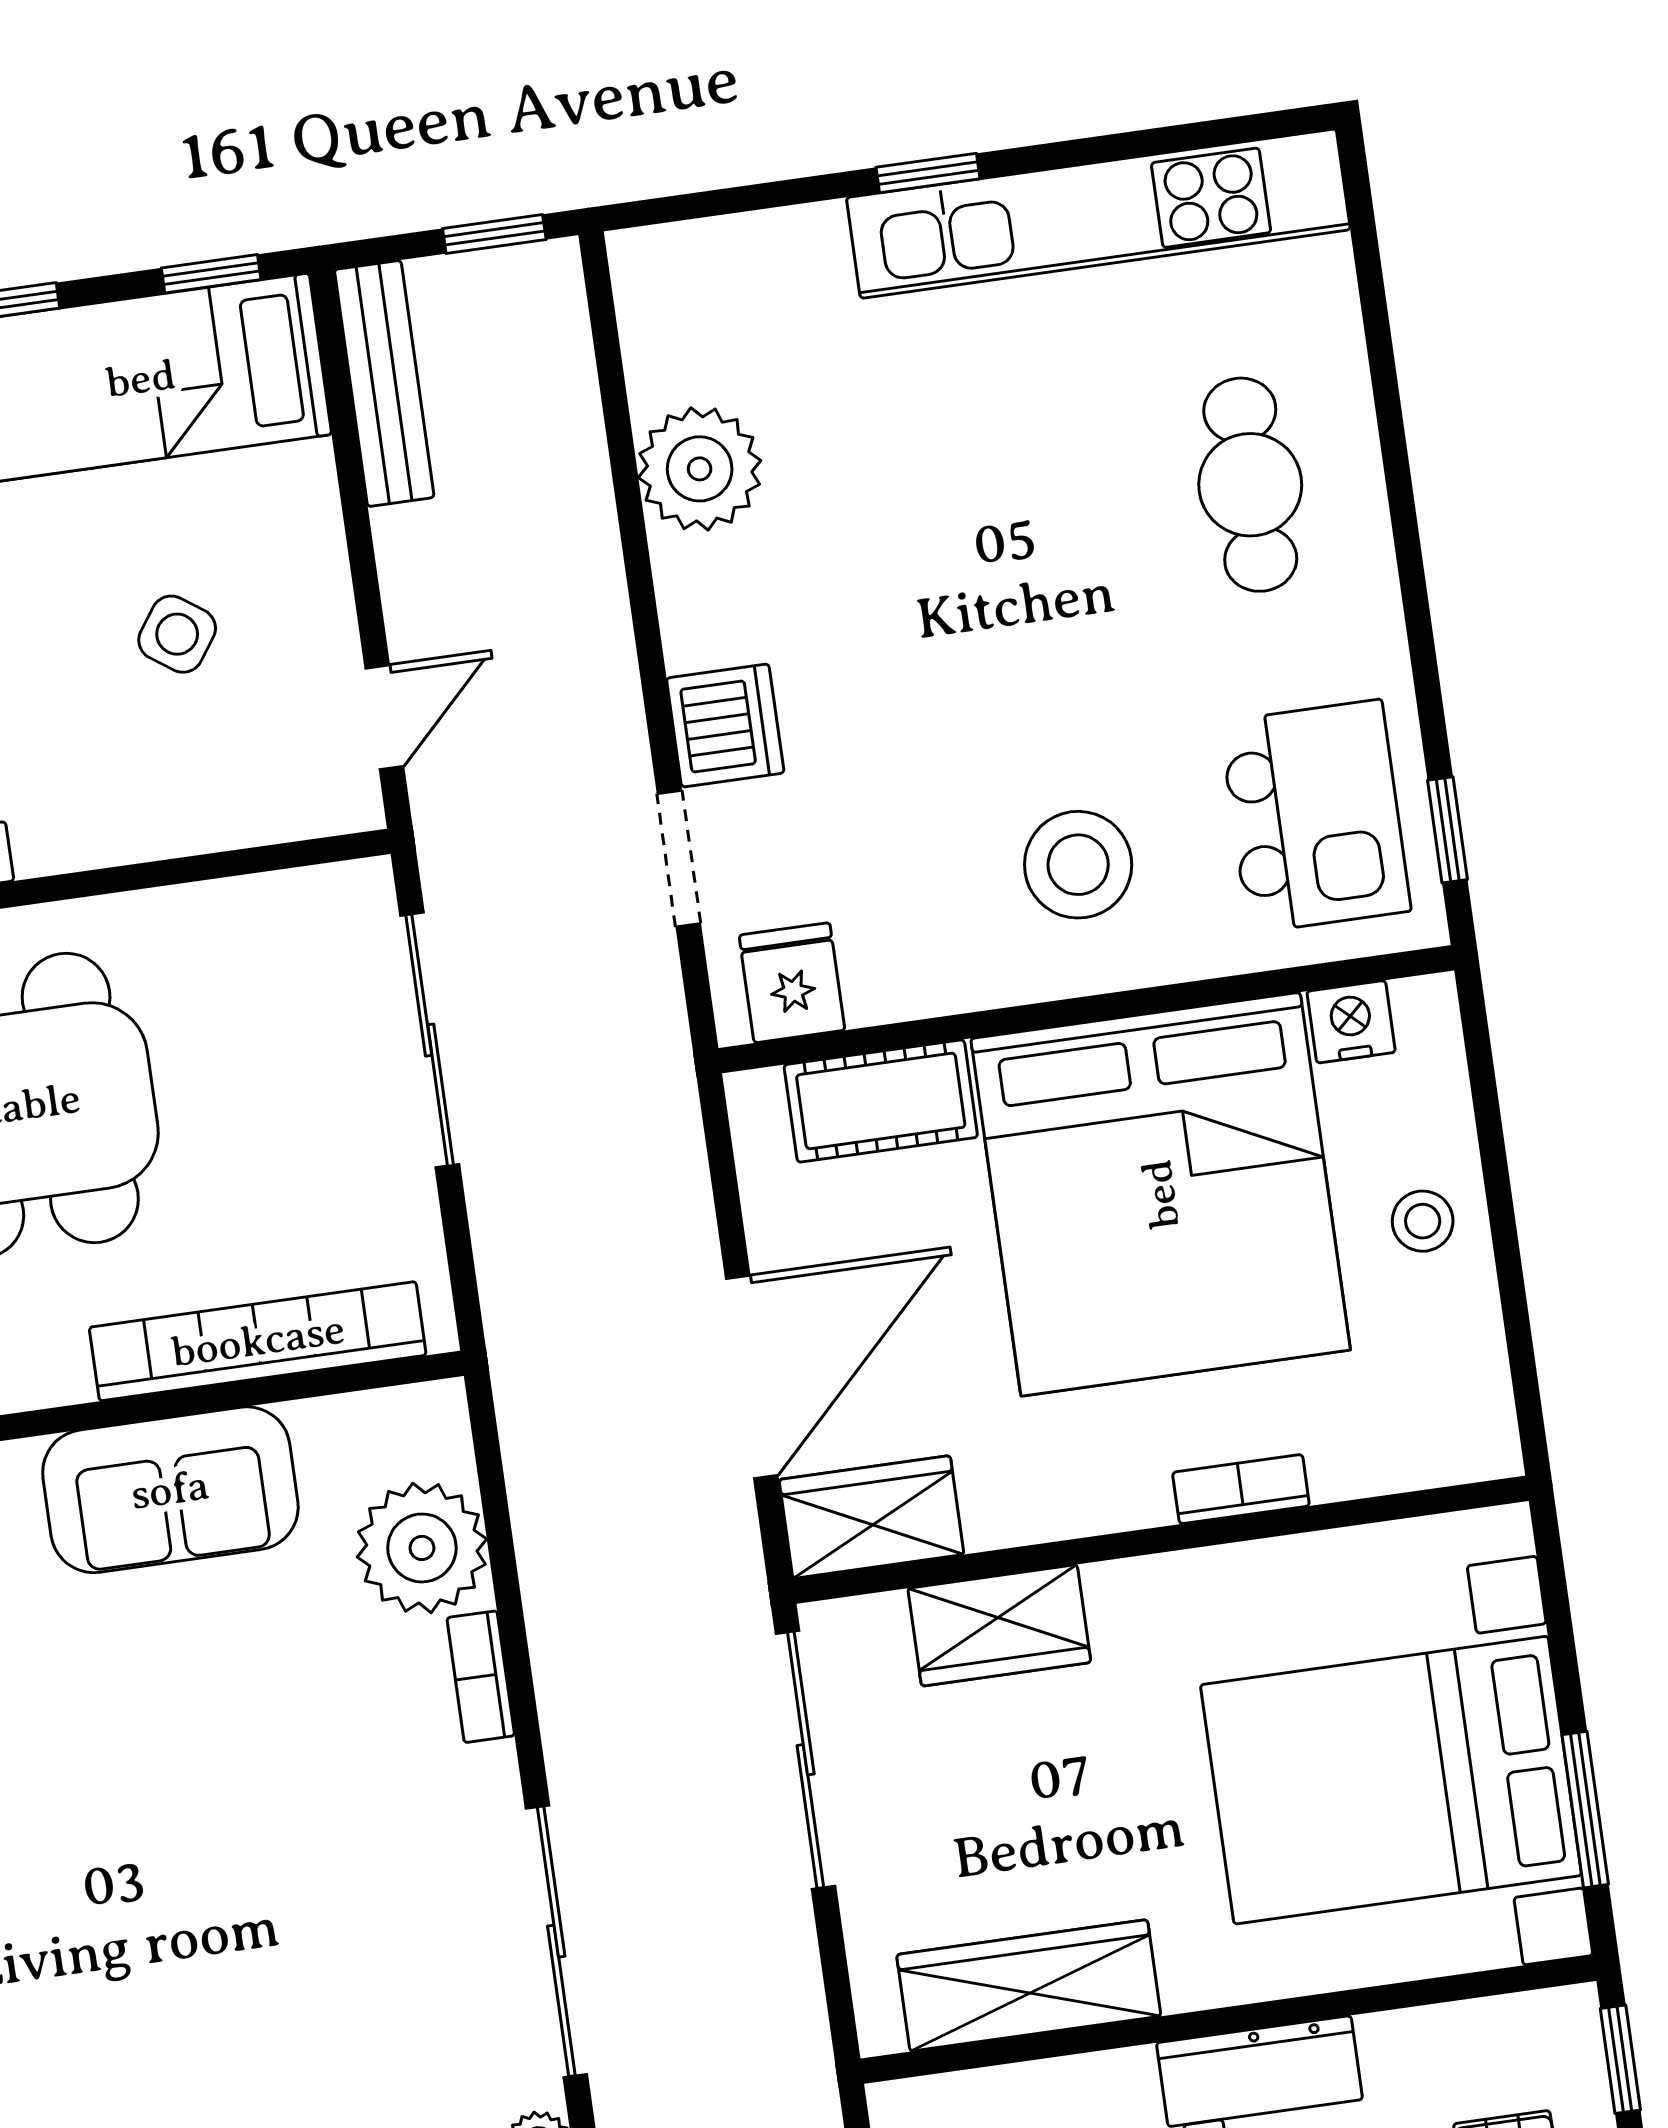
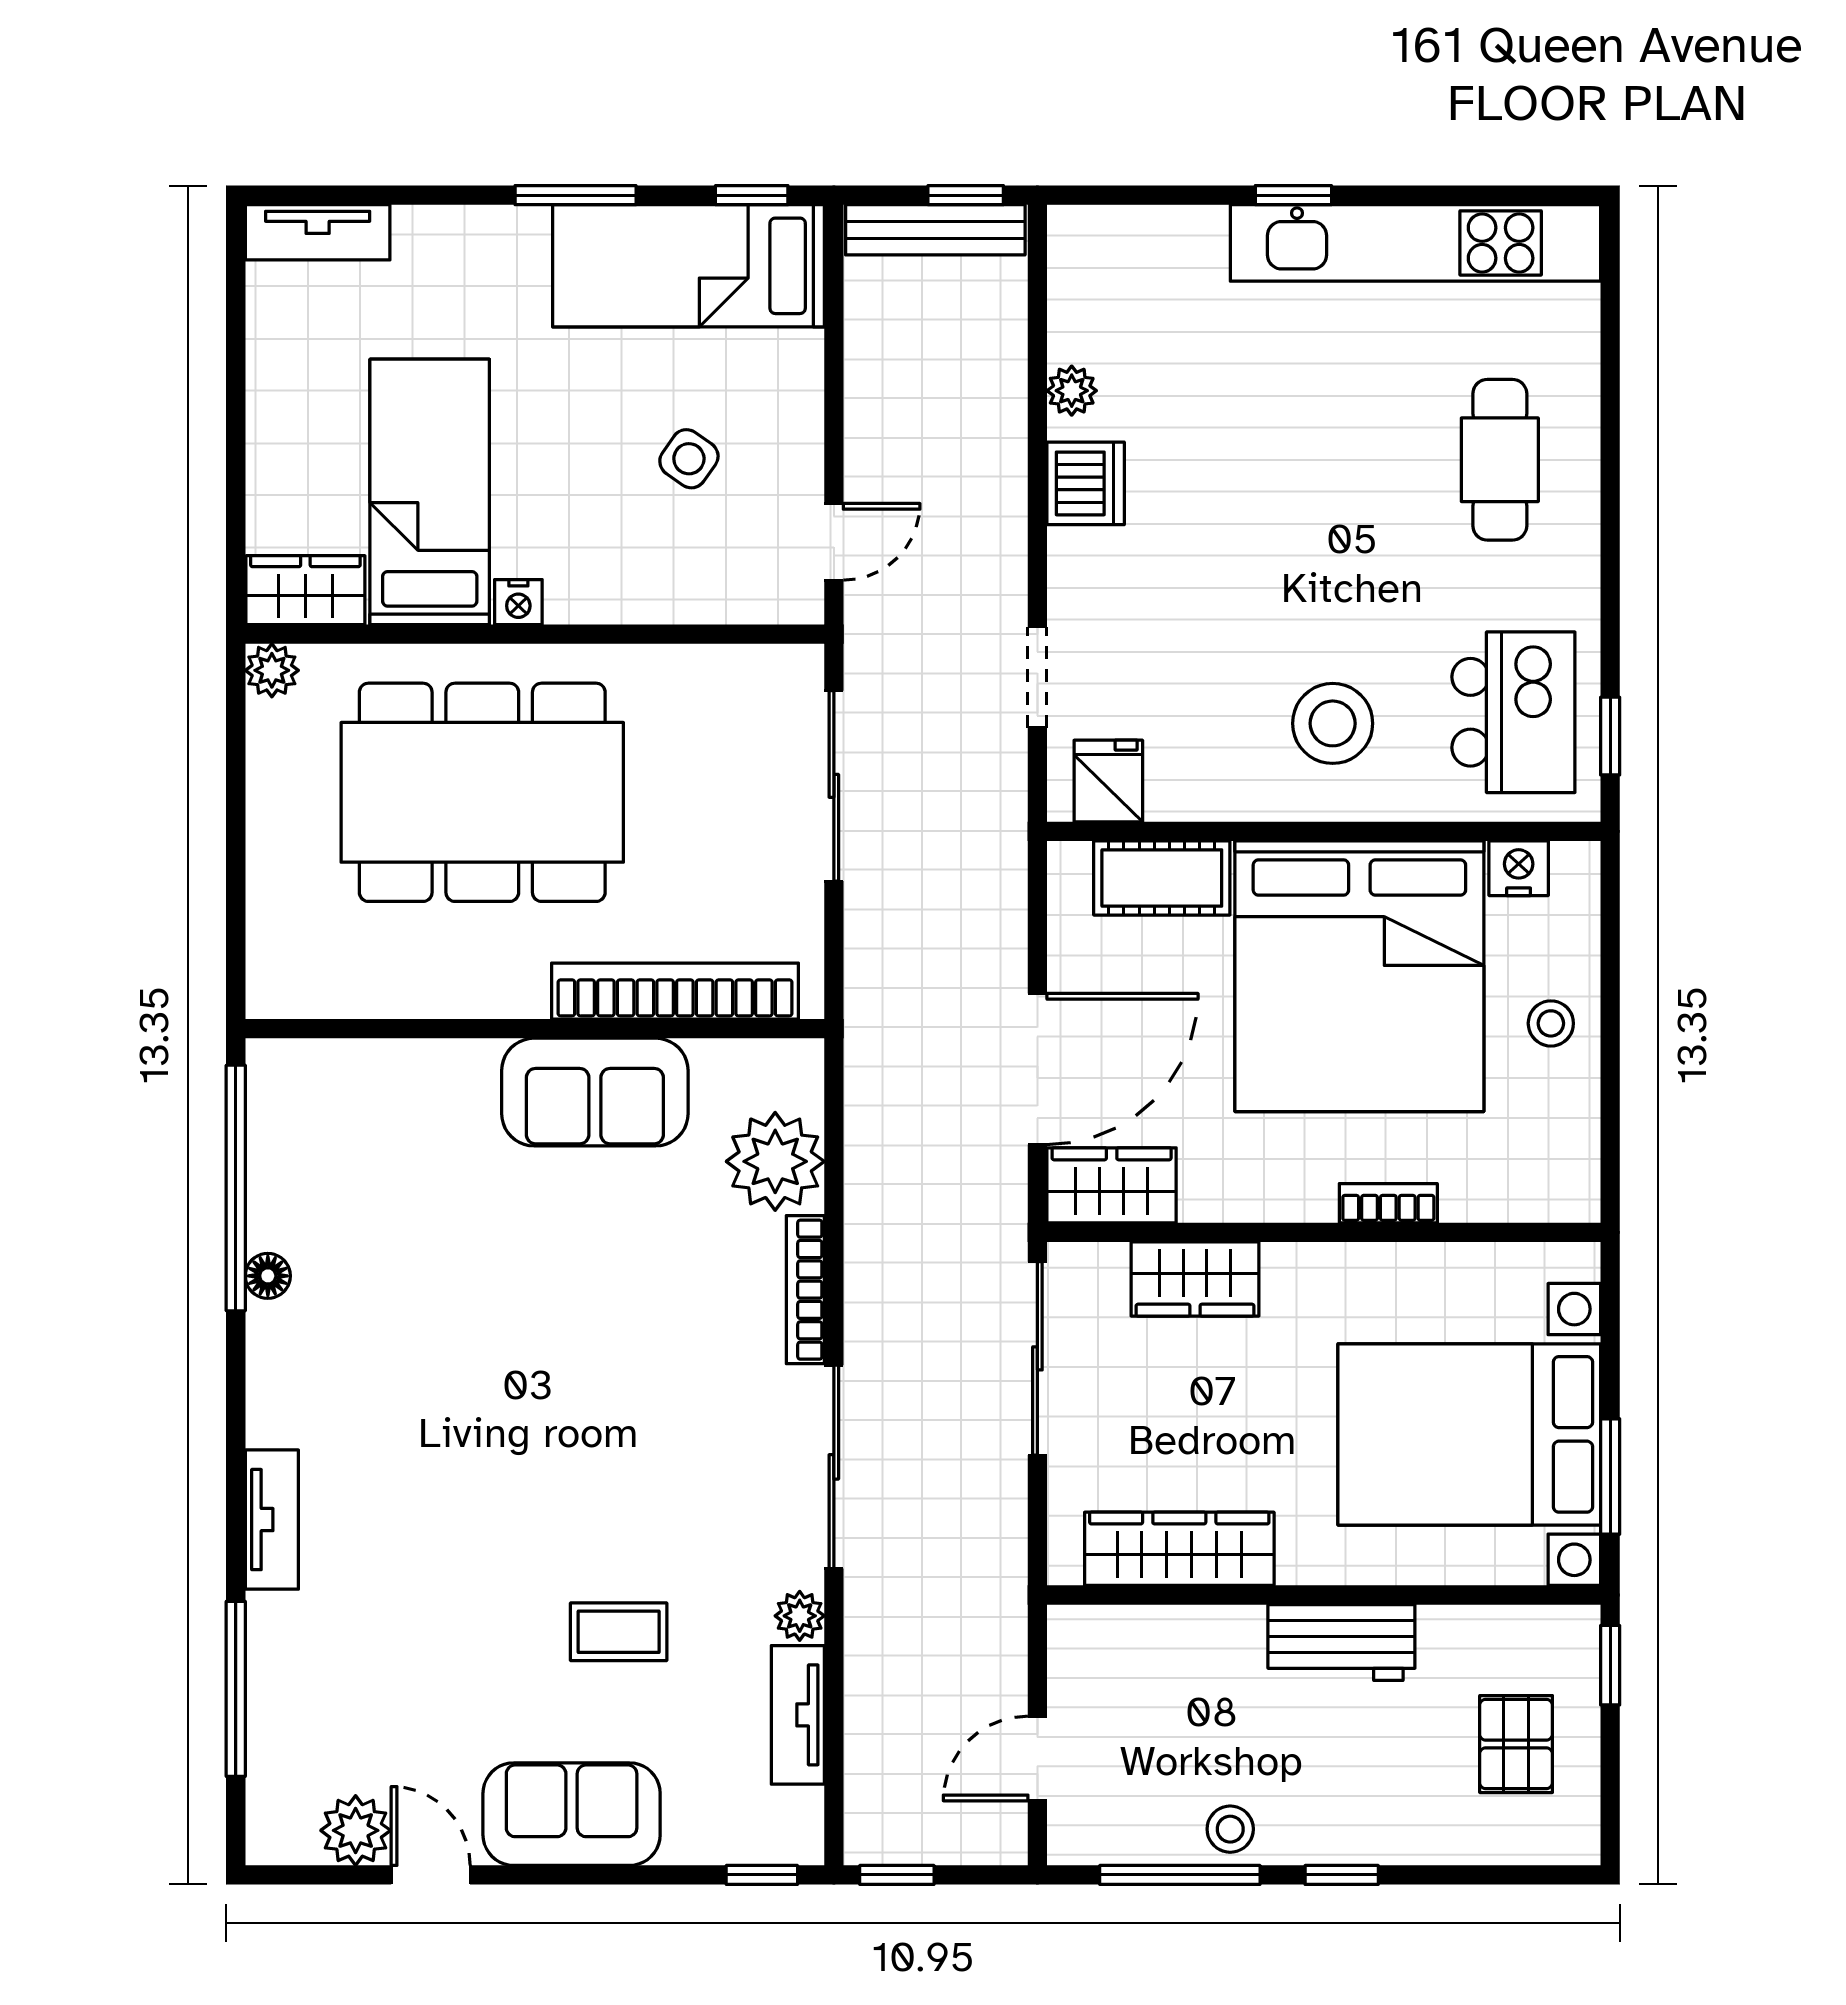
bench: (384, 383) -> (935, 230), moved, turned 90
plant: (700, 469) -> (1072, 391), width x0.53, depth x0.53
dishwasher: (725, 725) -> (1086, 483), moved
bookcase: (481, 1677) -> (805, 1290), width x1.56

